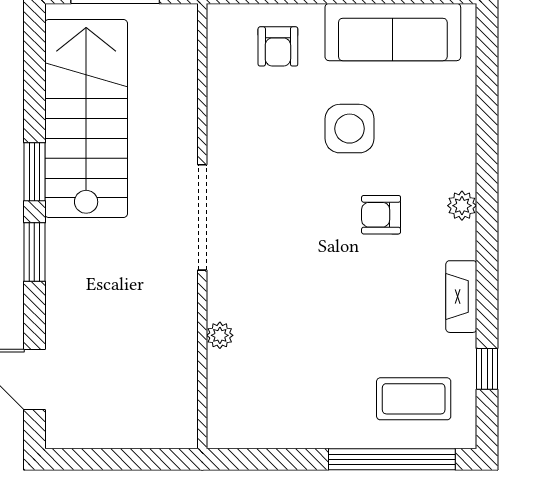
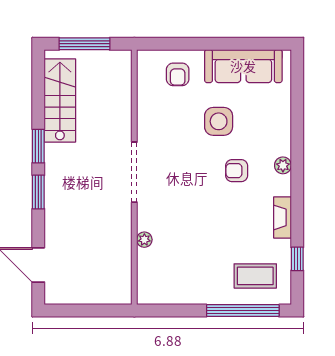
stairs: (86, 119) -> (60, 100), width x0.73, depth x0.66

